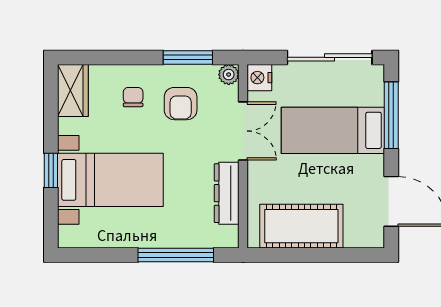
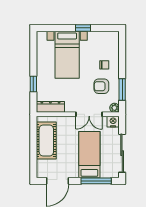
wardrobe: (73, 90) -> (107, 38), removed
window: (51, 170) -> (83, 28), moved
dresser: (227, 193) -> (50, 107), moved
window: (176, 255) -> (33, 84), width x0.46

